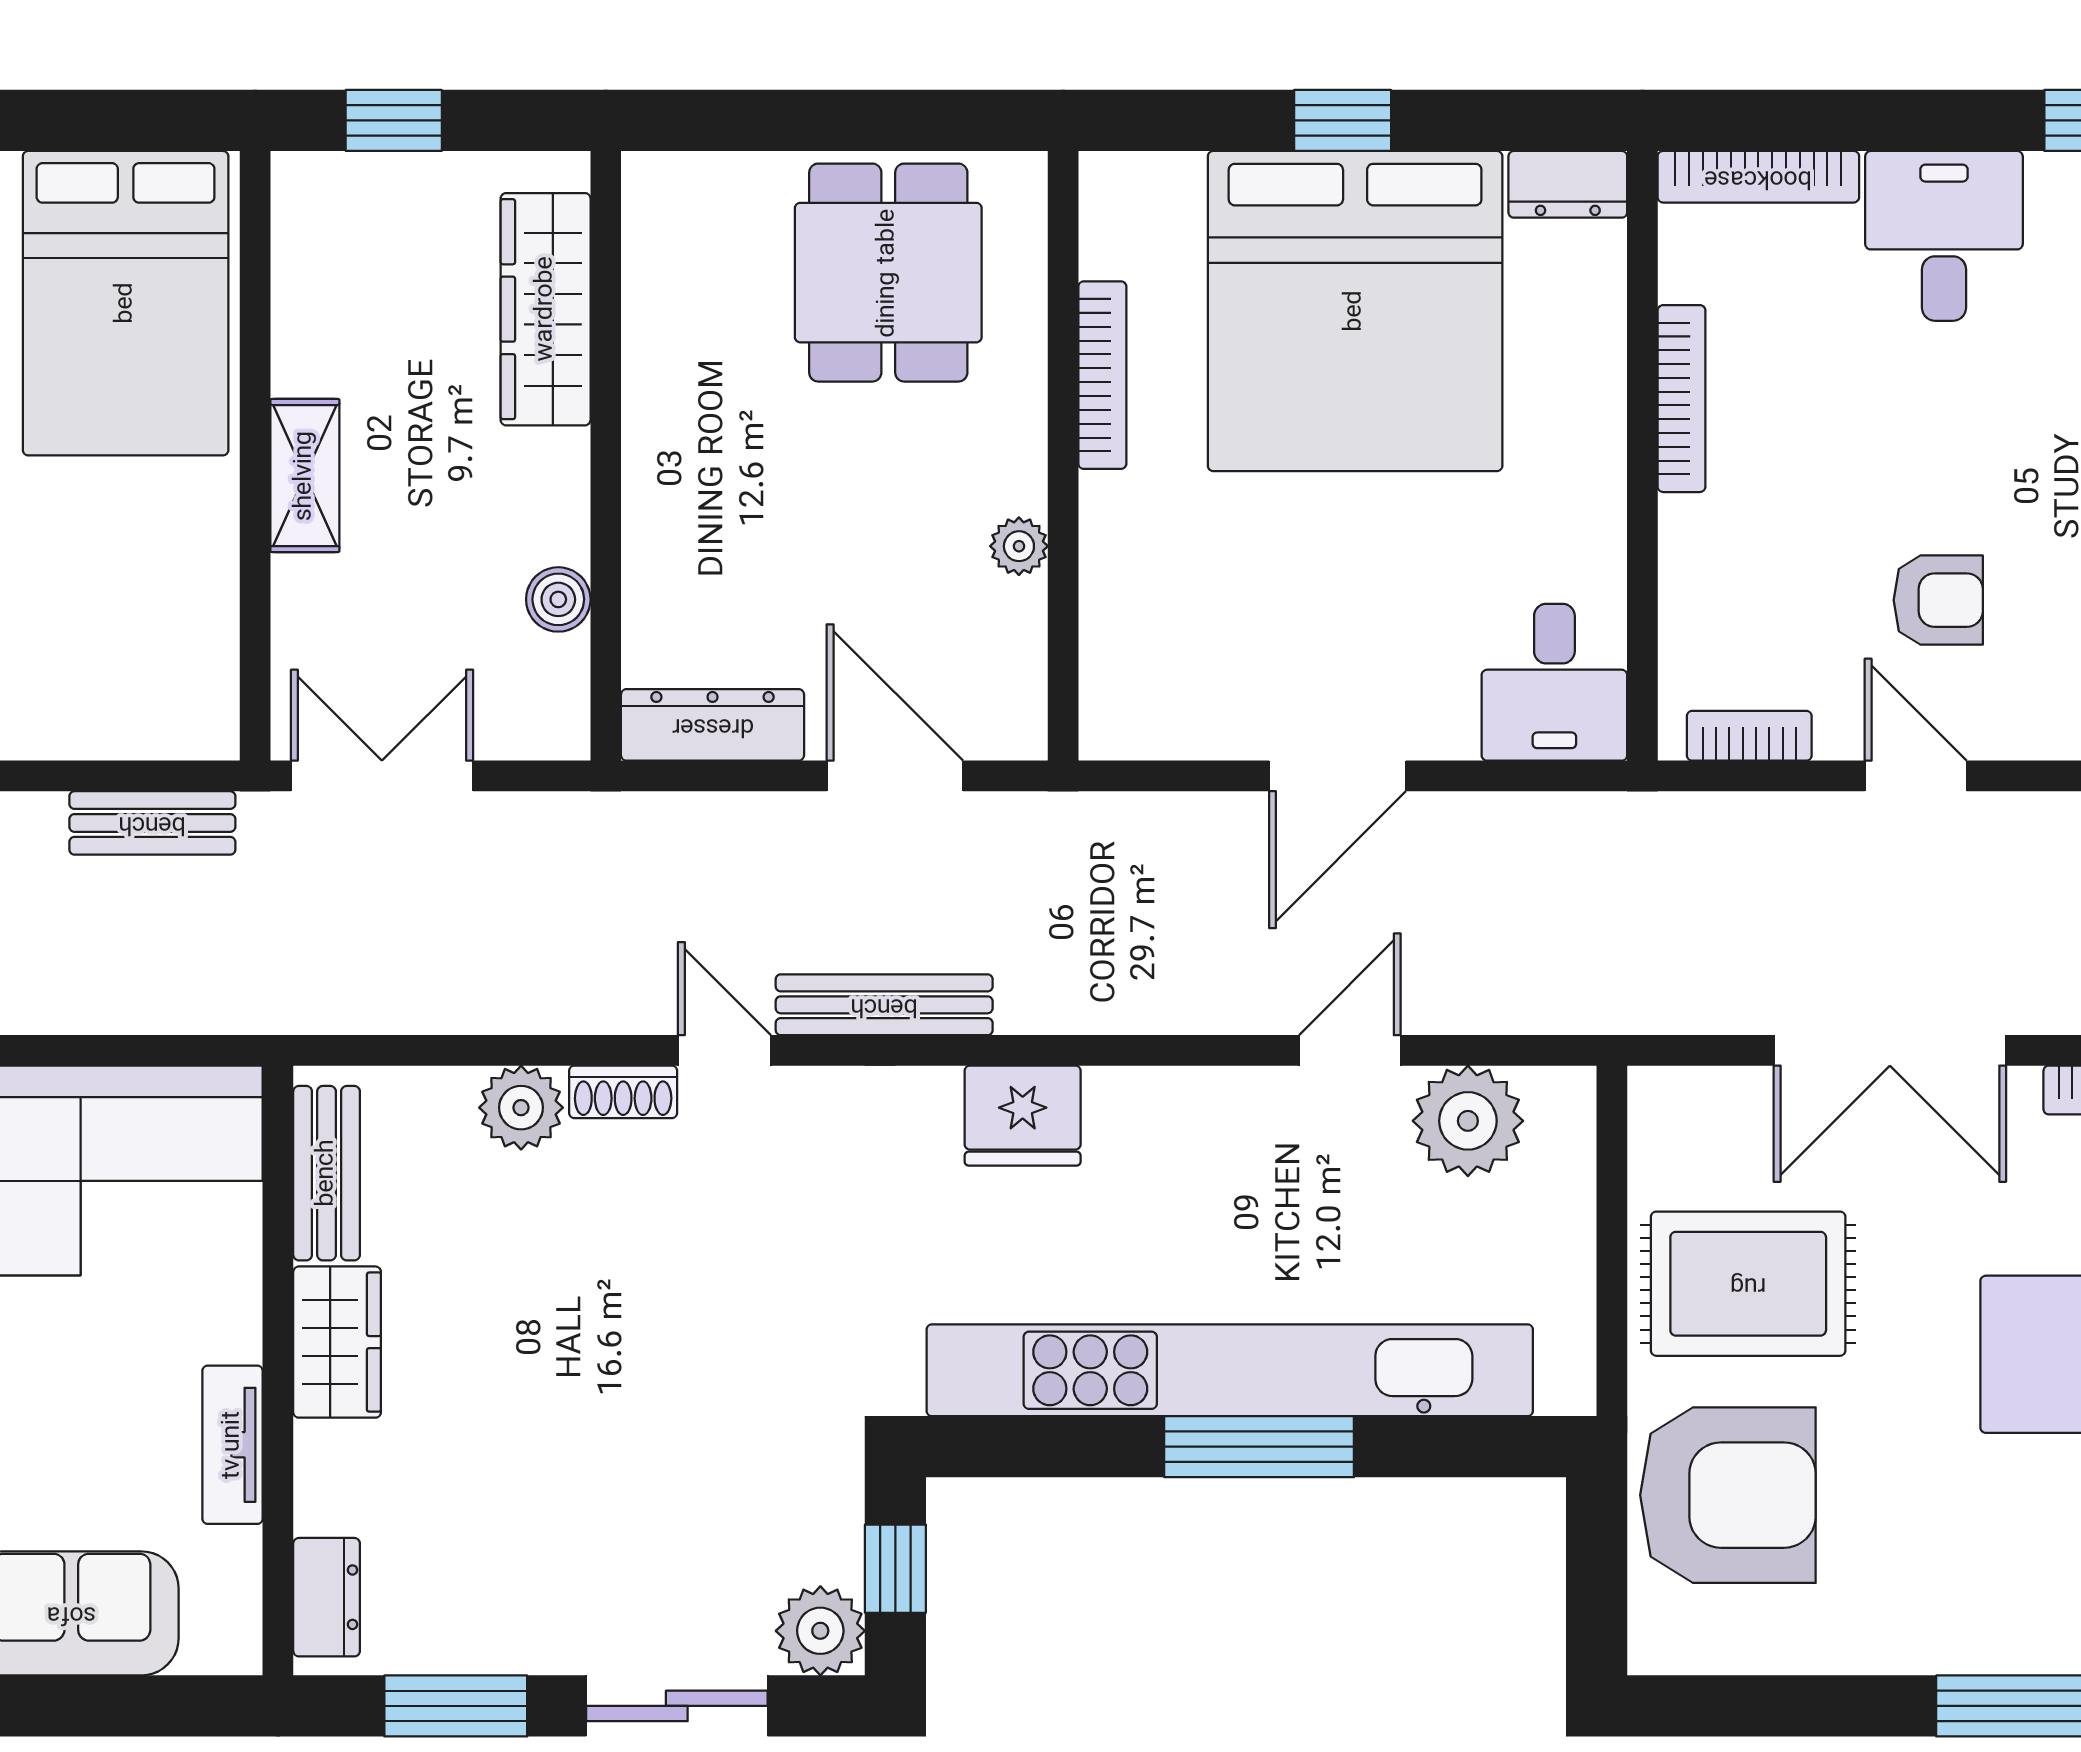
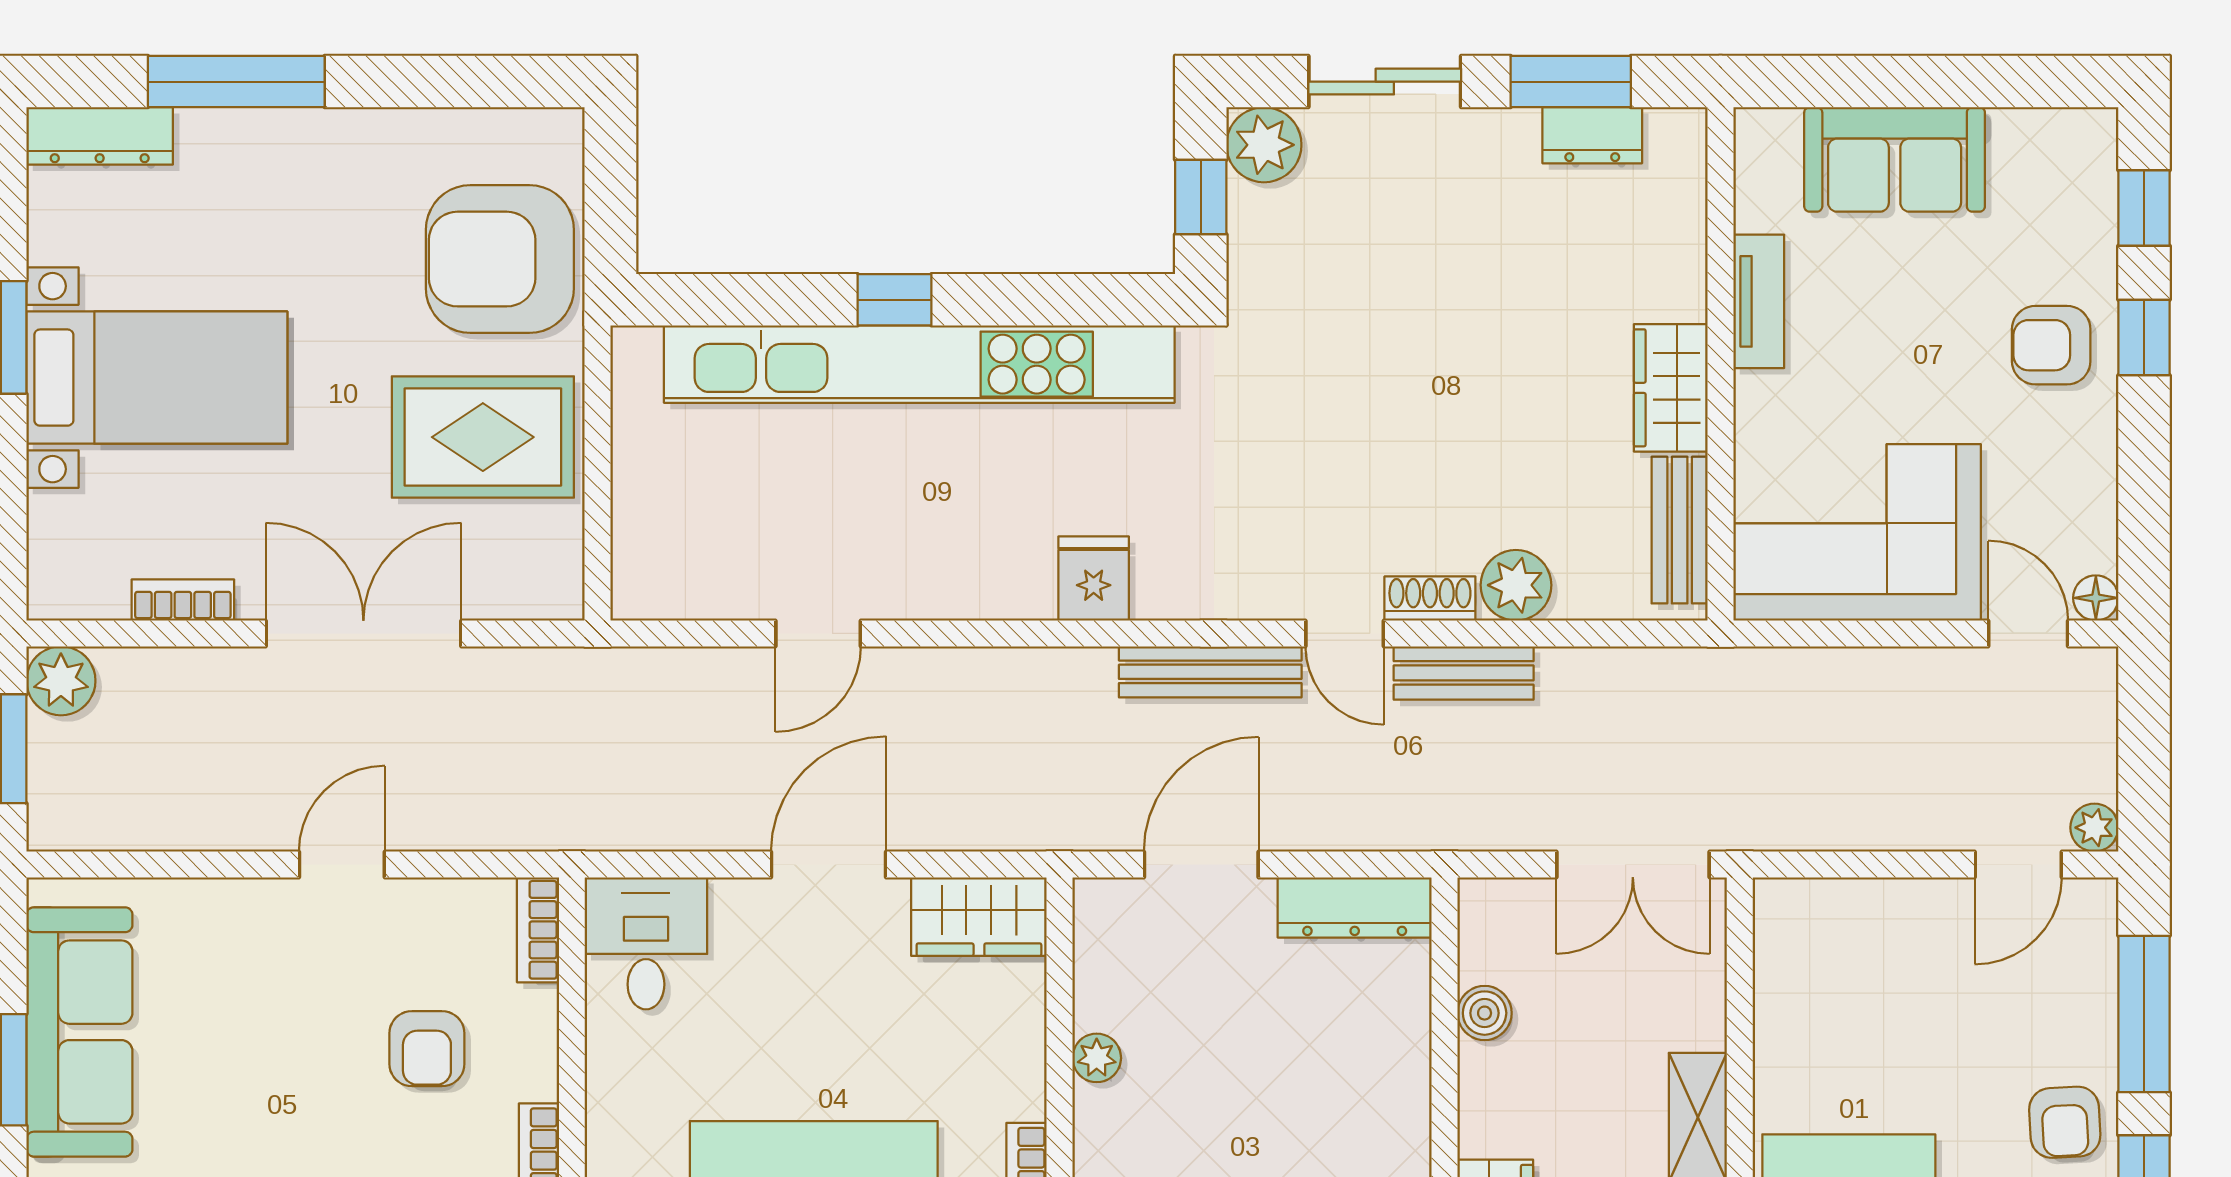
armchair: (1938, 600) -> (427, 1049), moved, turned -90
wardrobe: (1159, 714) -> (979, 917), added
bookcase: (1749, 736) -> (538, 930), moved, turned 90
door: (895, 776) -> (1201, 864), swing flipped
door: (1916, 776) -> (342, 864), swing flipped
bench: (152, 823) -> (1464, 673), moved
fridge: (1023, 1116) -> (1094, 579), width x0.72
plant: (1468, 1121) -> (719, 574), removed
window: (1259, 1447) -> (895, 300), width x0.46
dresser: (327, 1597) -> (1592, 135), moved, turned -90

